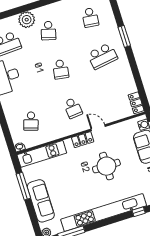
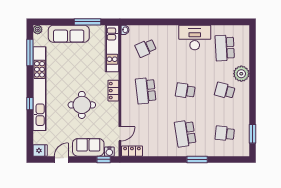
school desk: (73, 108) -> (146, 91), width x1.85
school desk: (31, 121) -> (146, 48), turned -42
door: (98, 128) -> (120, 134), moved
window: (139, 212) -> (30, 104), moved

